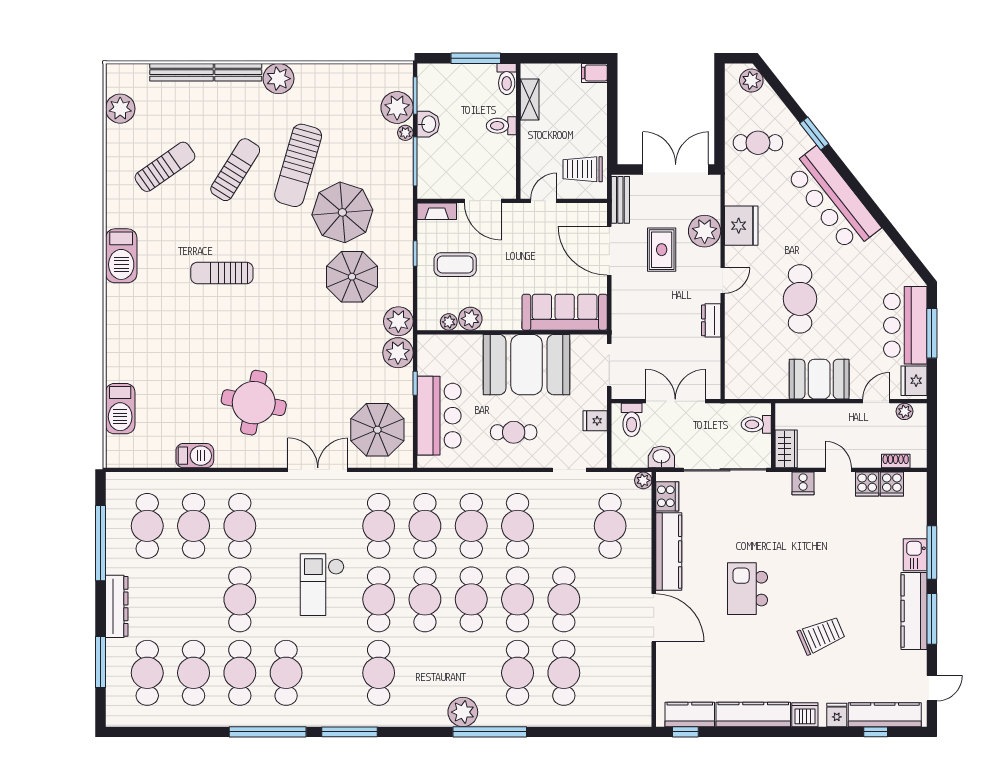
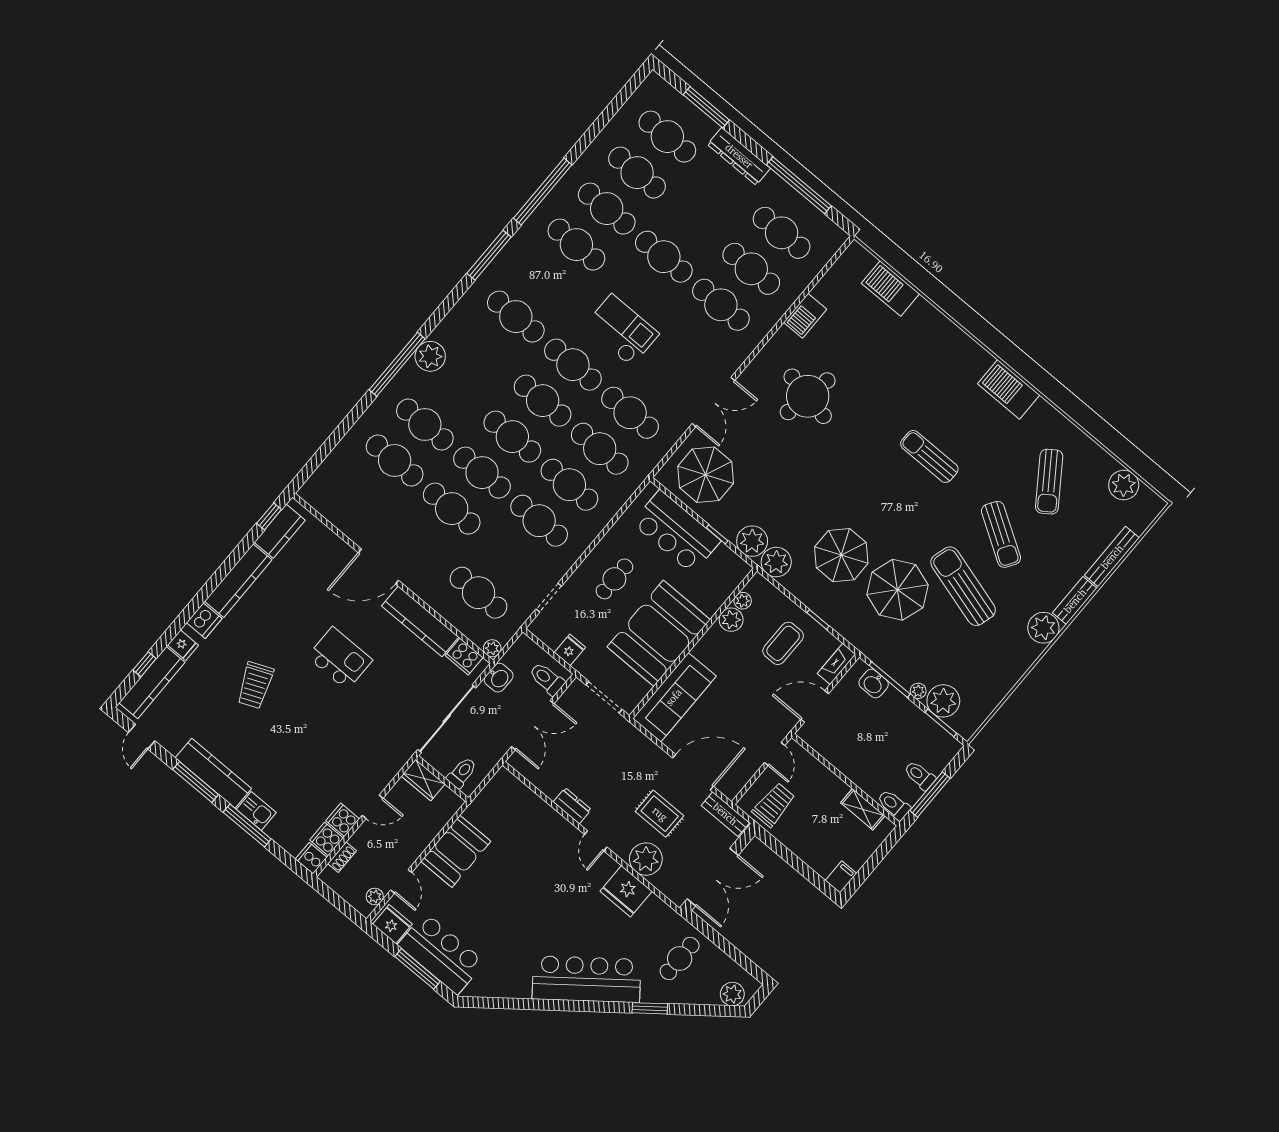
washbasin: (428, 124) -> (874, 684), moved
toilet: (501, 126) -> (920, 775), moved, turned -90
sun lounger: (222, 273) -> (929, 456), turned -90
cafe table: (800, 299) -> (531, 889), removed
cooker: (803, 483) -> (311, 858), moved

